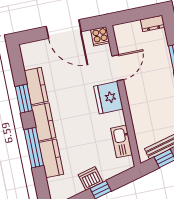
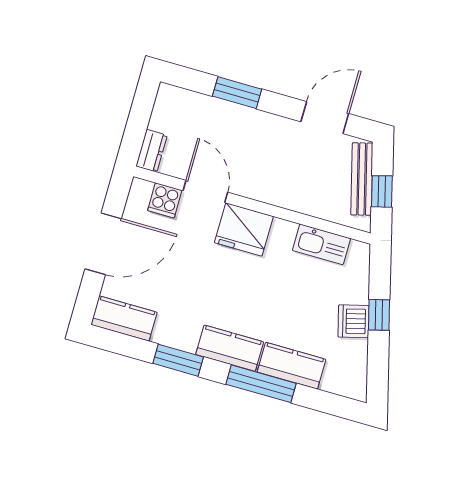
dresser: (153, 23) -> (152, 151), moved
cooker: (100, 36) -> (165, 200), moved, turned 90
kitchen counter: (36, 86) -> (124, 318), moved

